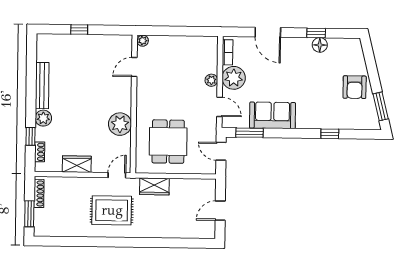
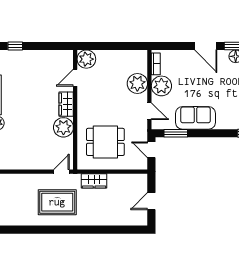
window: (79, 30) -> (15, 46), moved
door: (268, 32) -> (206, 46), moved
plant: (143, 41) -> (86, 59), width x1.87, depth x1.87
plant: (211, 80) -> (137, 84), width x1.87, depth x1.87
dining table: (168, 142) -> (105, 142), turned 90
wardrobe: (77, 164) -> (66, 104), moved, turned -90

